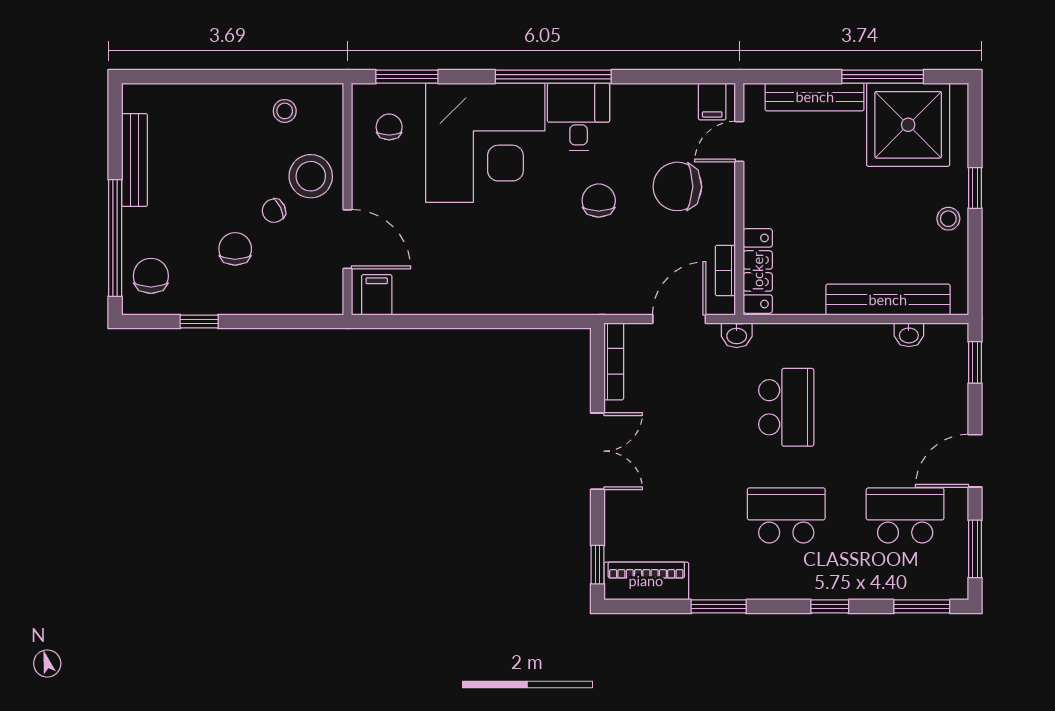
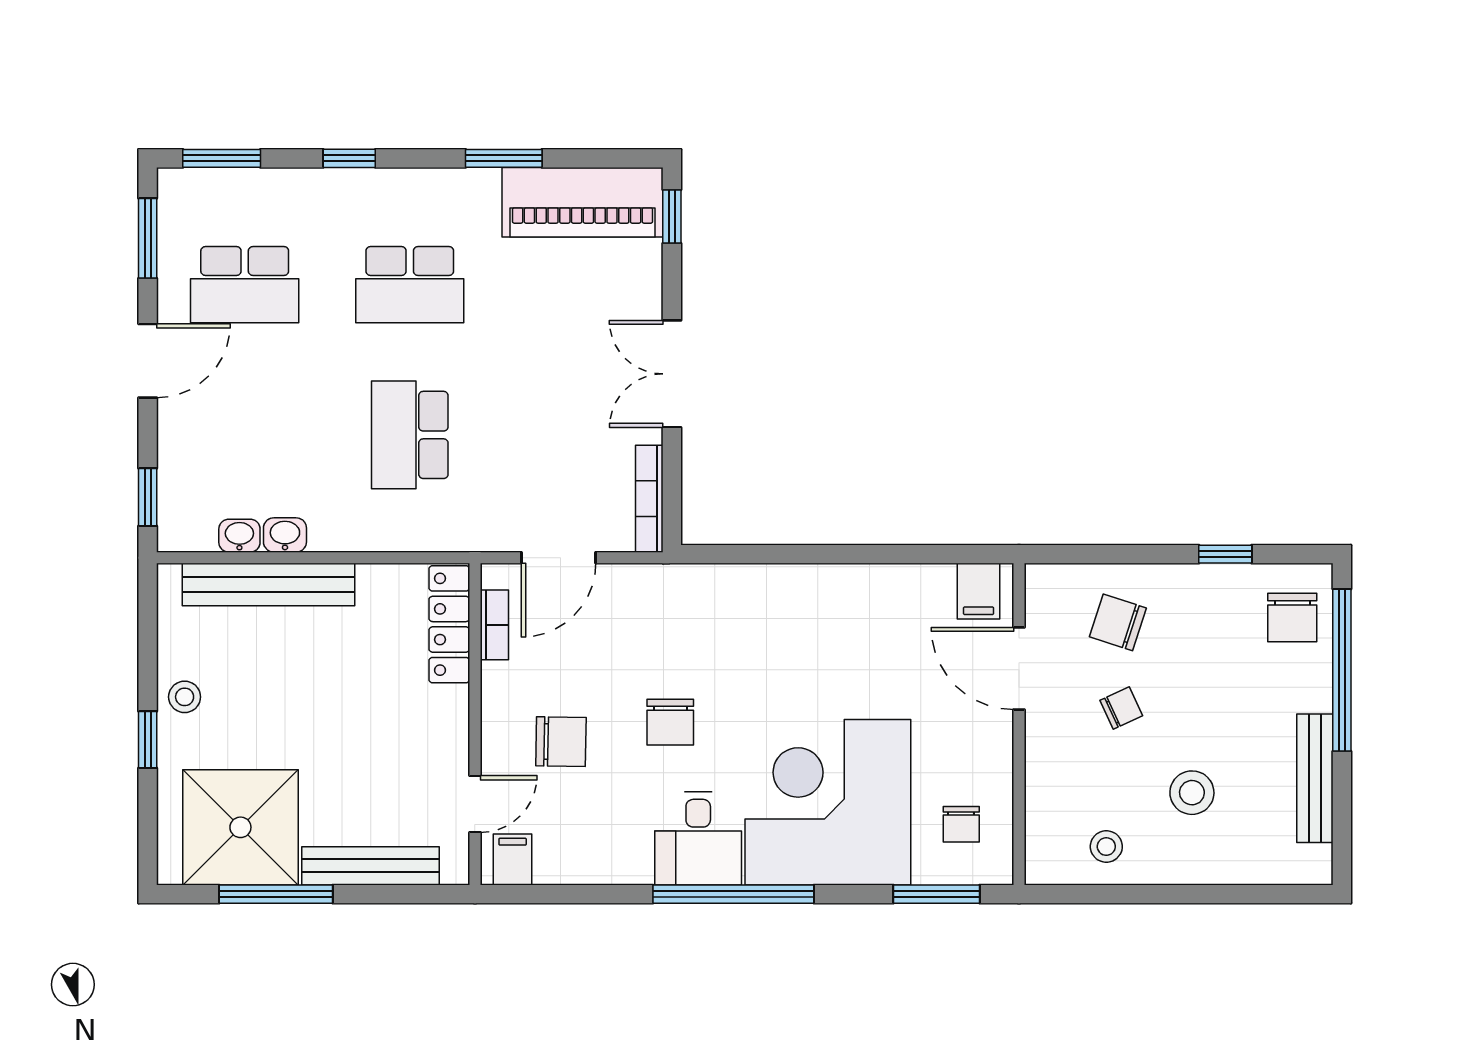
stool: (311, 176) -> (1192, 793), moved, width x0.73, depth x0.73
chair: (677, 186) -> (561, 742), width x0.73, depth x0.73
chair: (235, 249) -> (1118, 622), moved, turned 108
washbasin: (737, 335) -> (285, 535), moved
piano: (646, 581) -> (583, 202), width x1.37, depth x1.33

